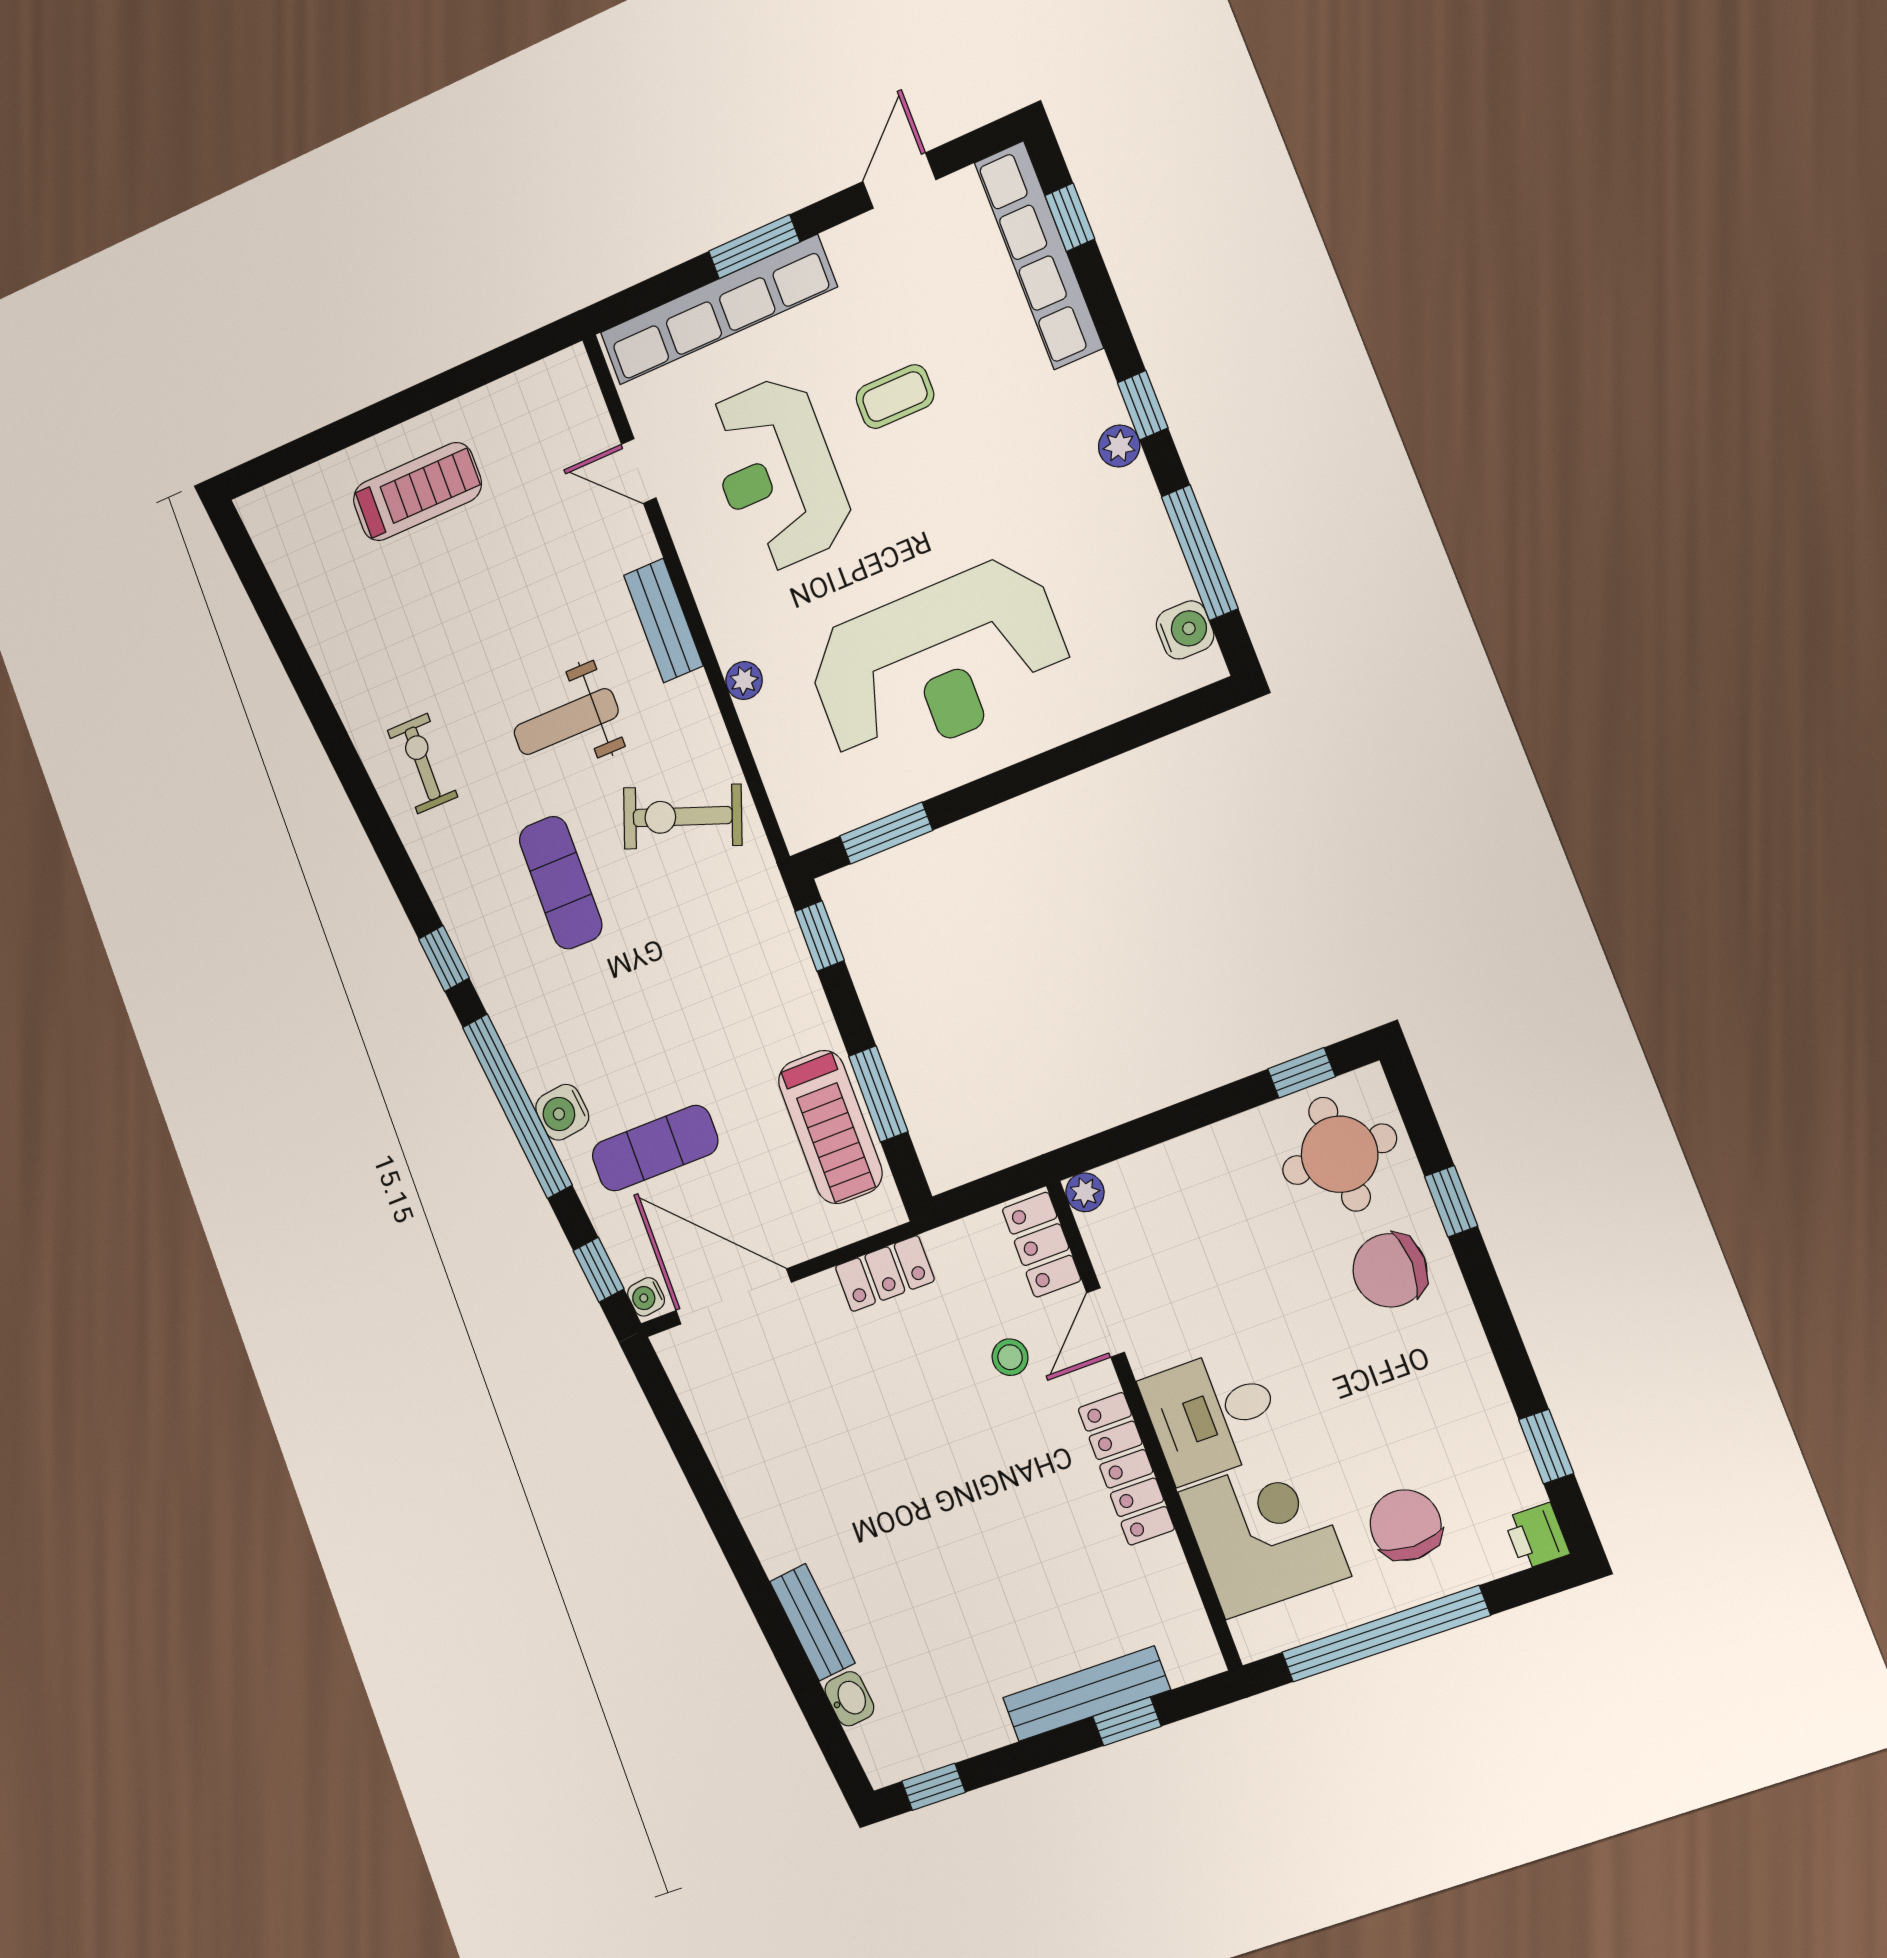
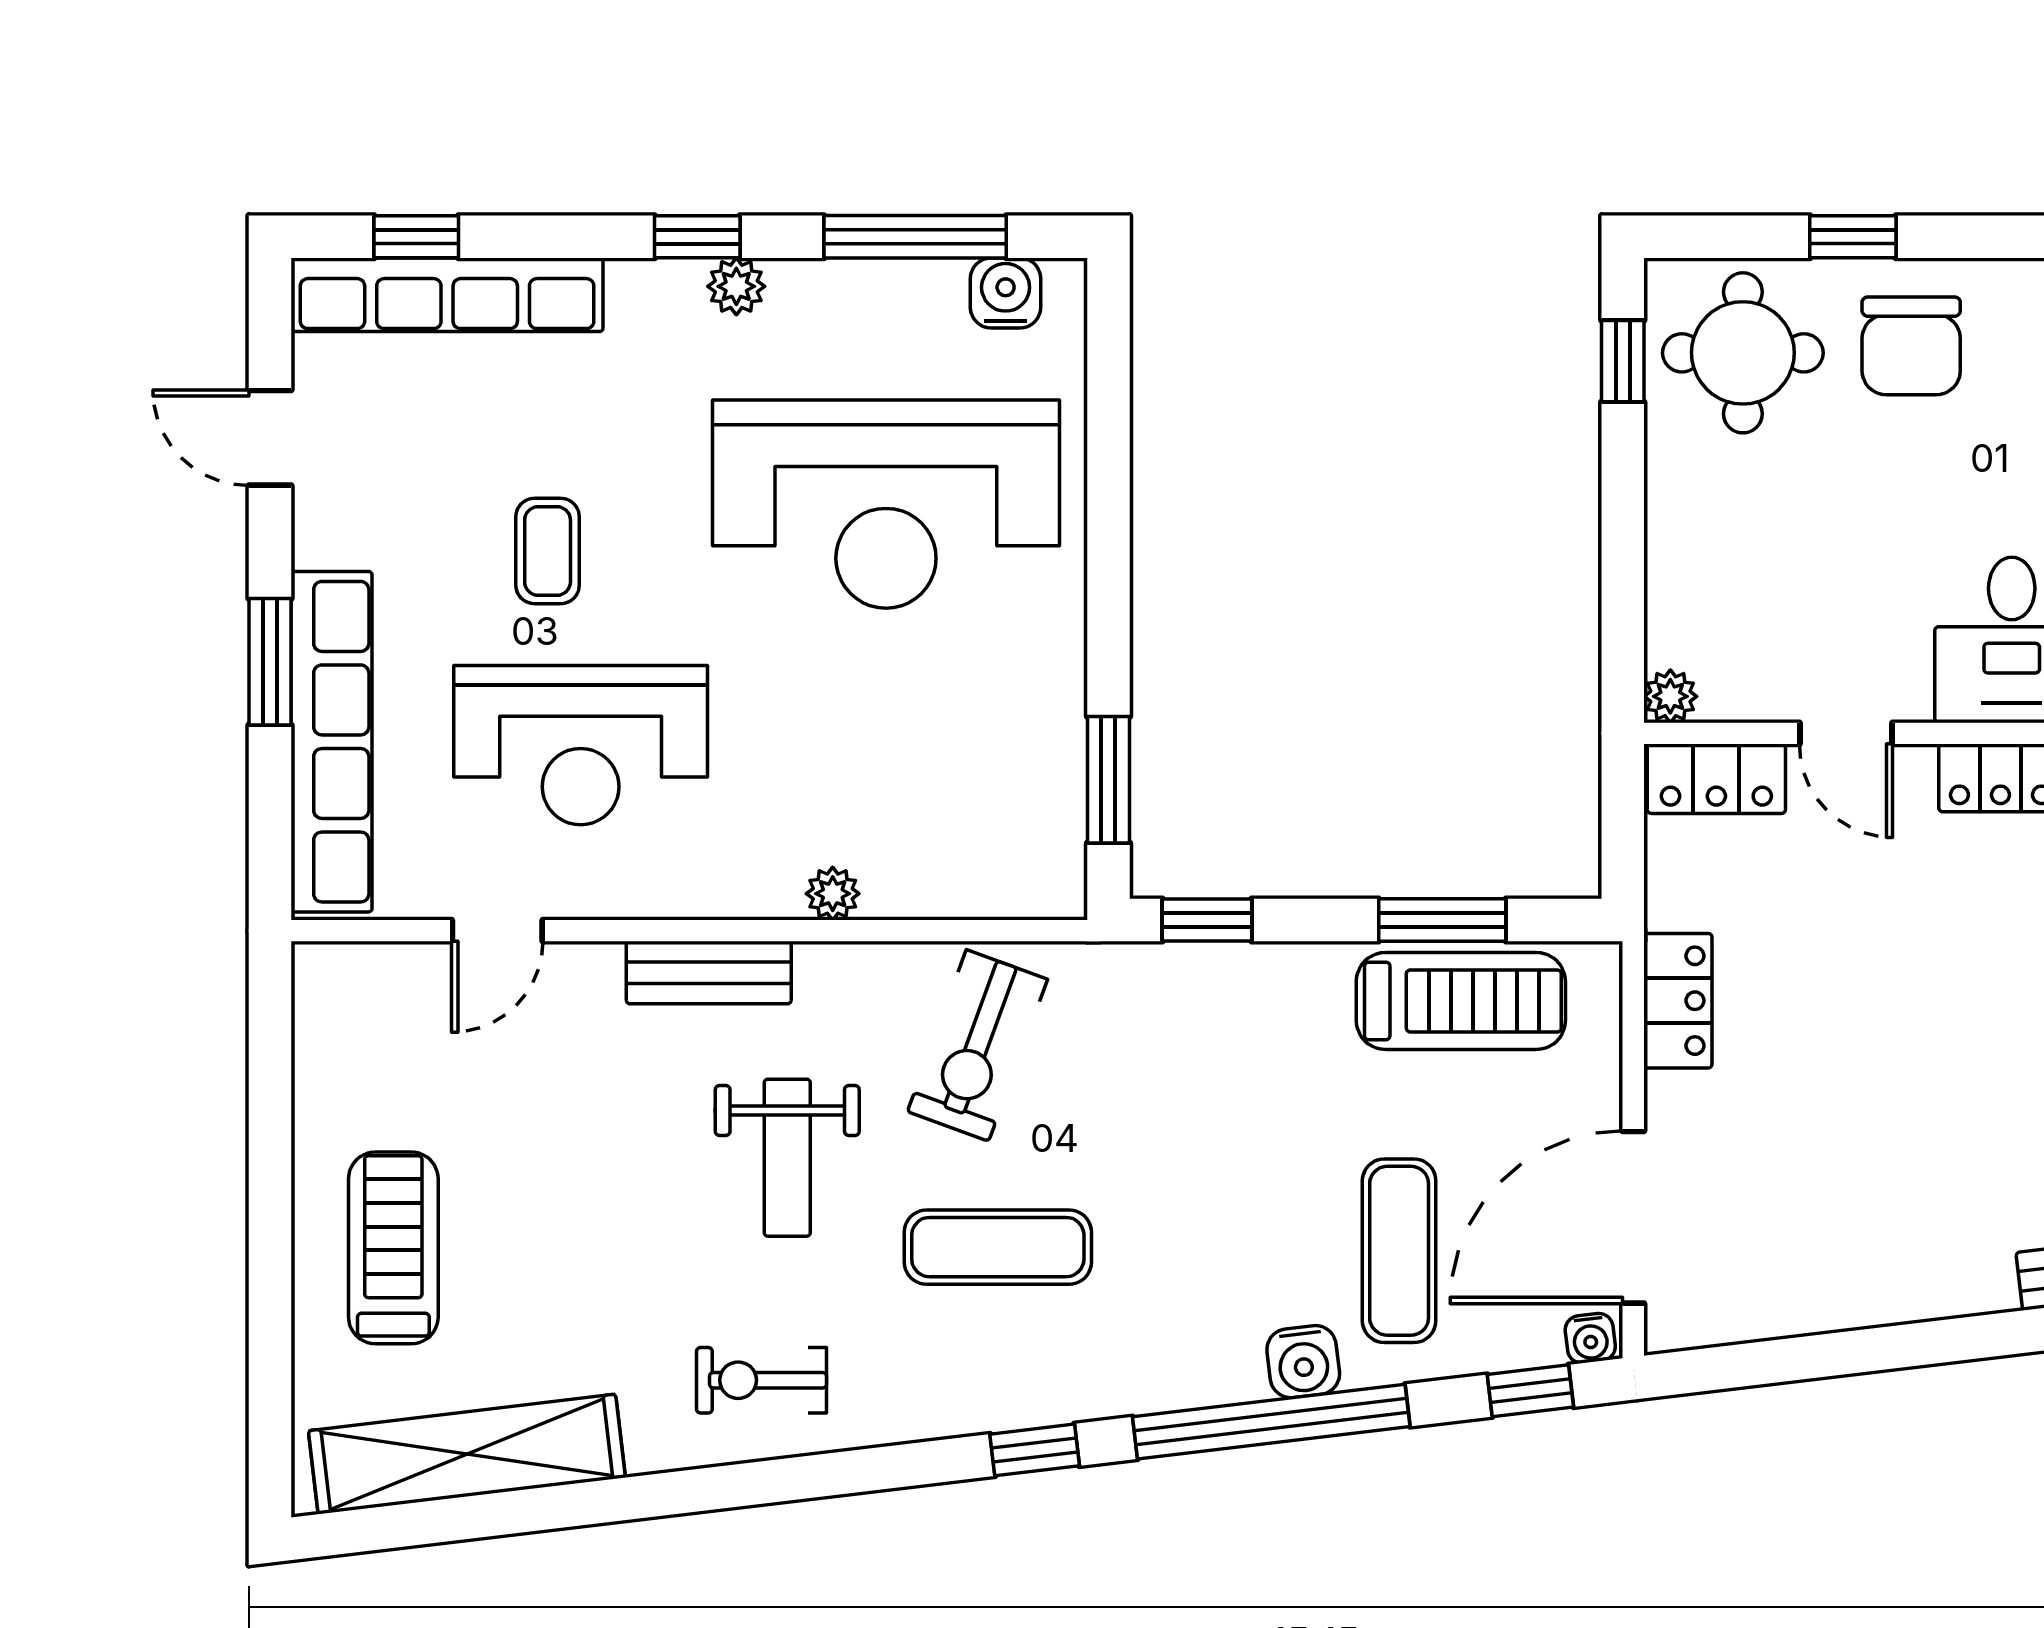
shelving: (310, 594) -> (467, 1454), added
reception desk: (939, 663) -> (886, 504), moved, turned 90
stool: (1010, 1357) -> (1846, 875), removed

